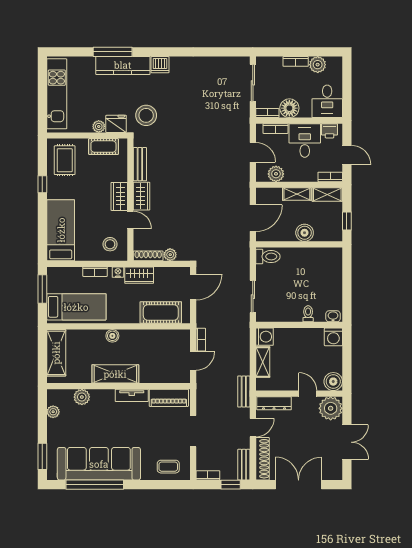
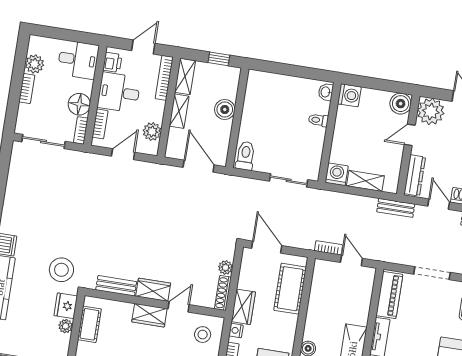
bookcase: (330, 177) -> (164, 78), width x1.56

